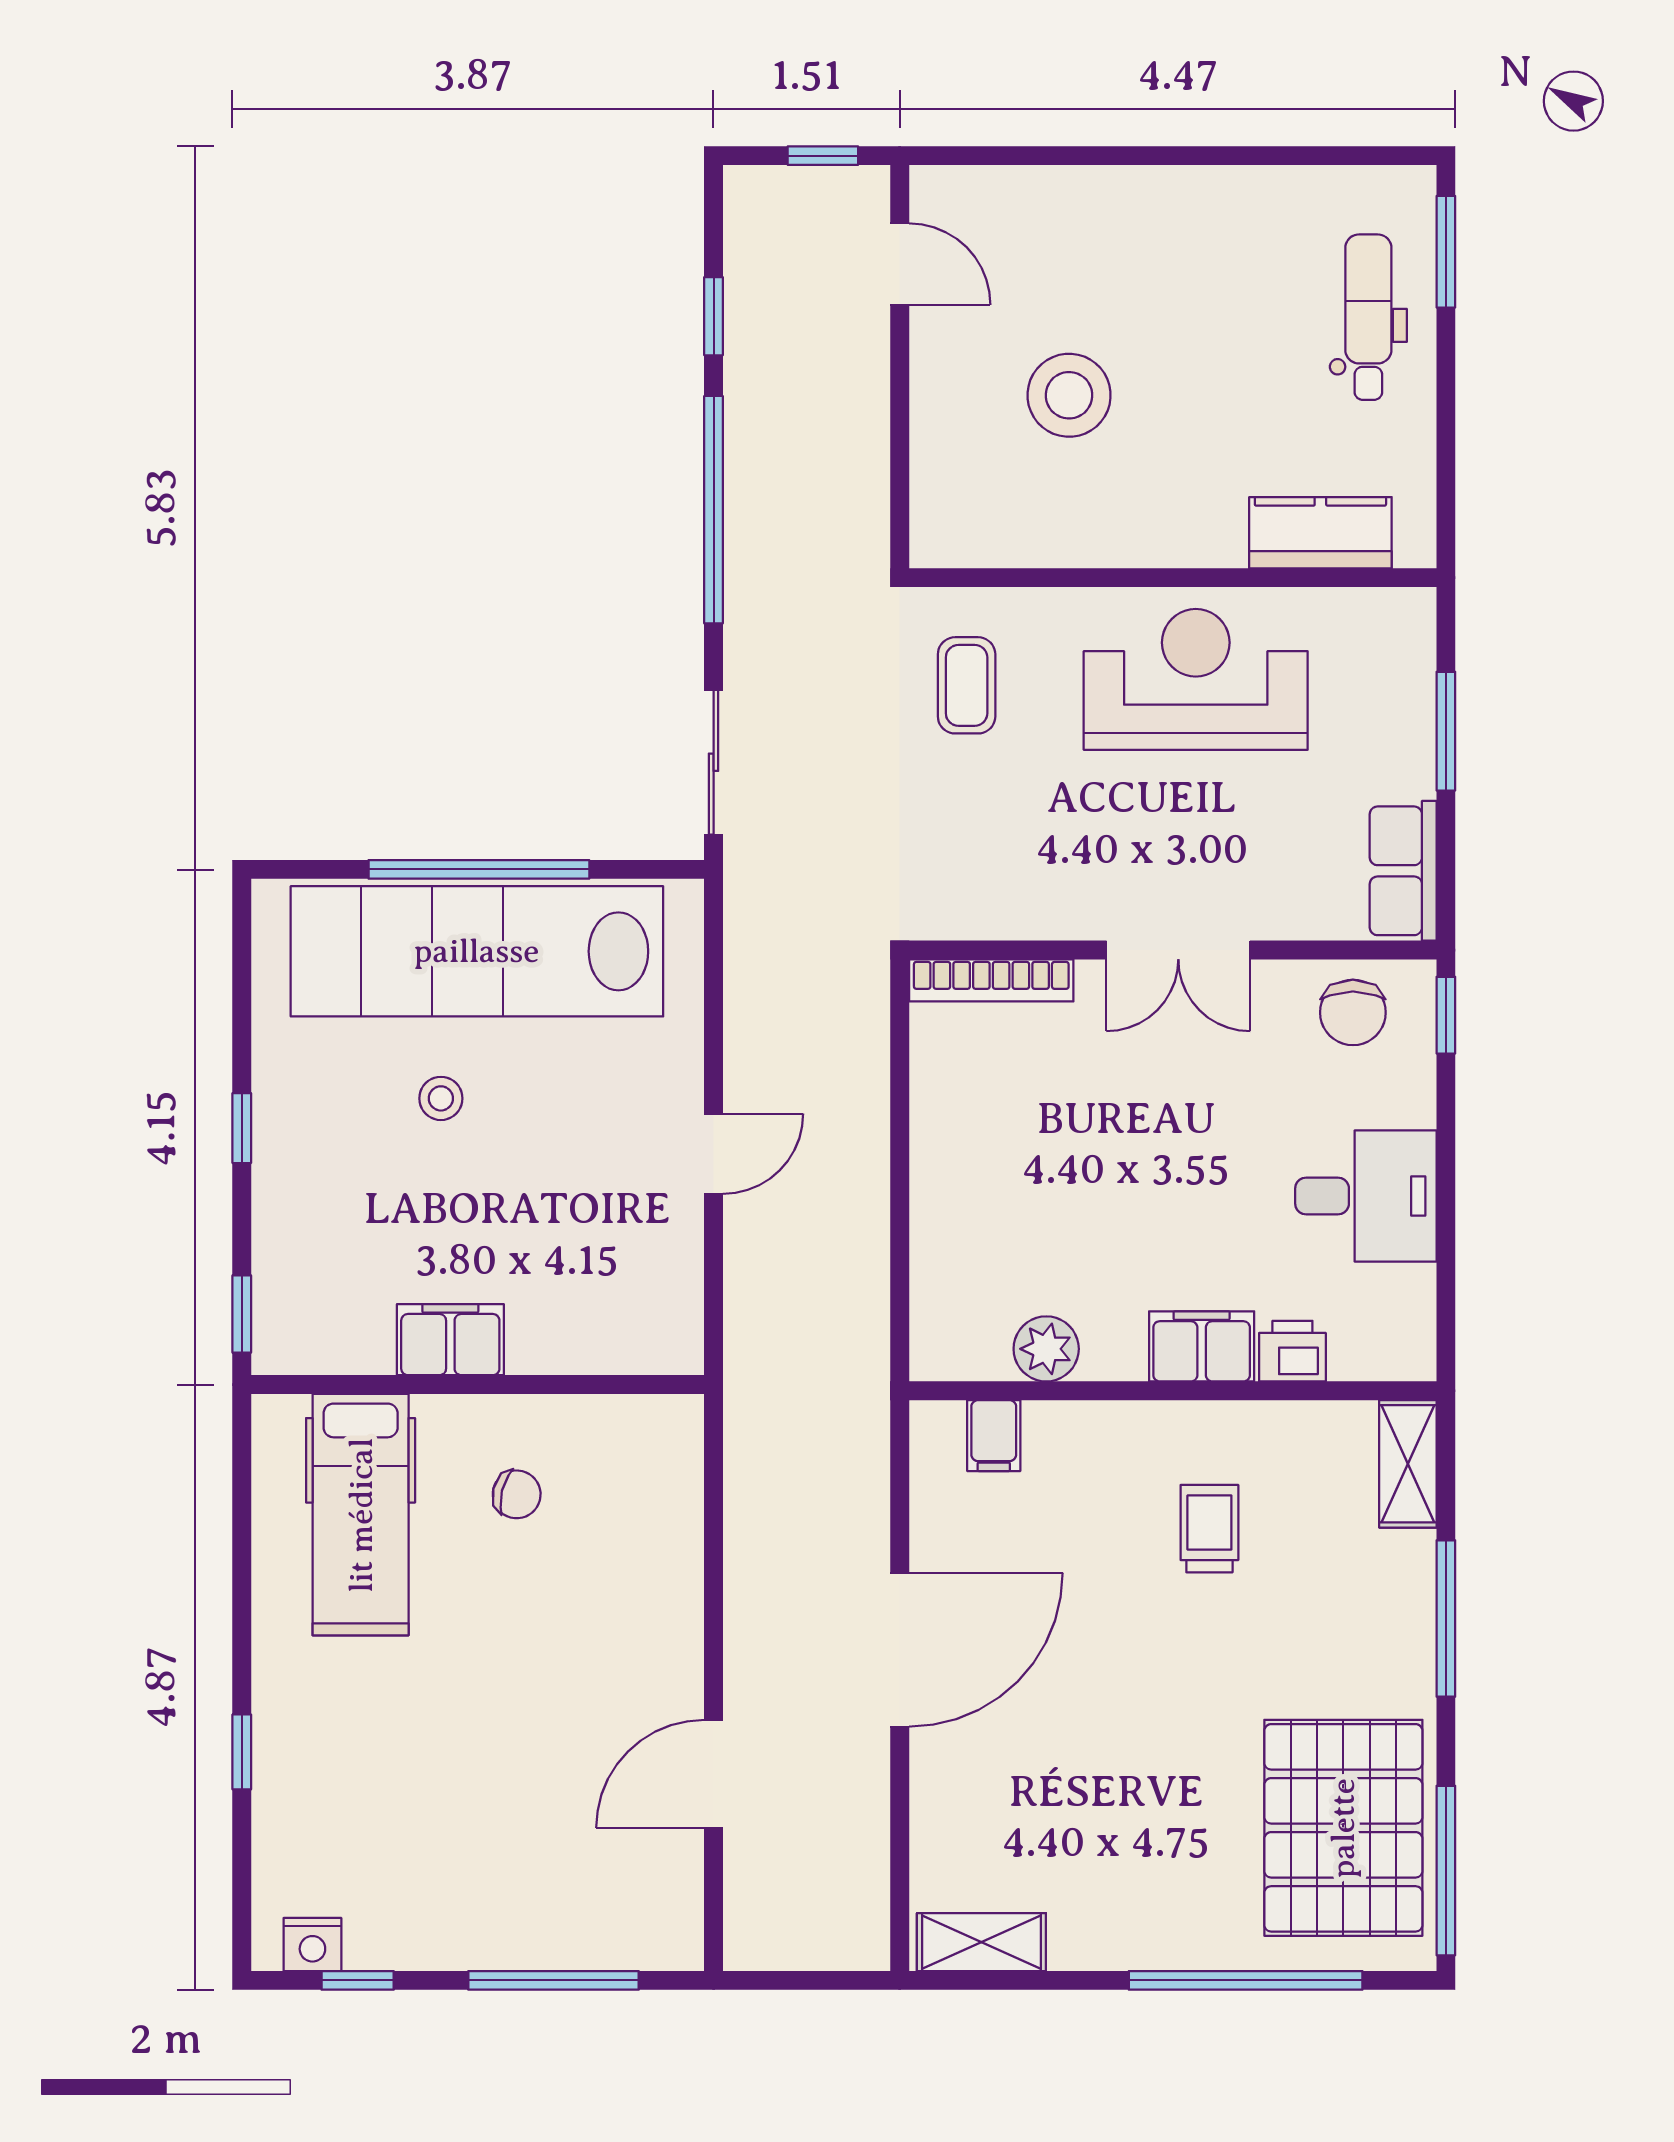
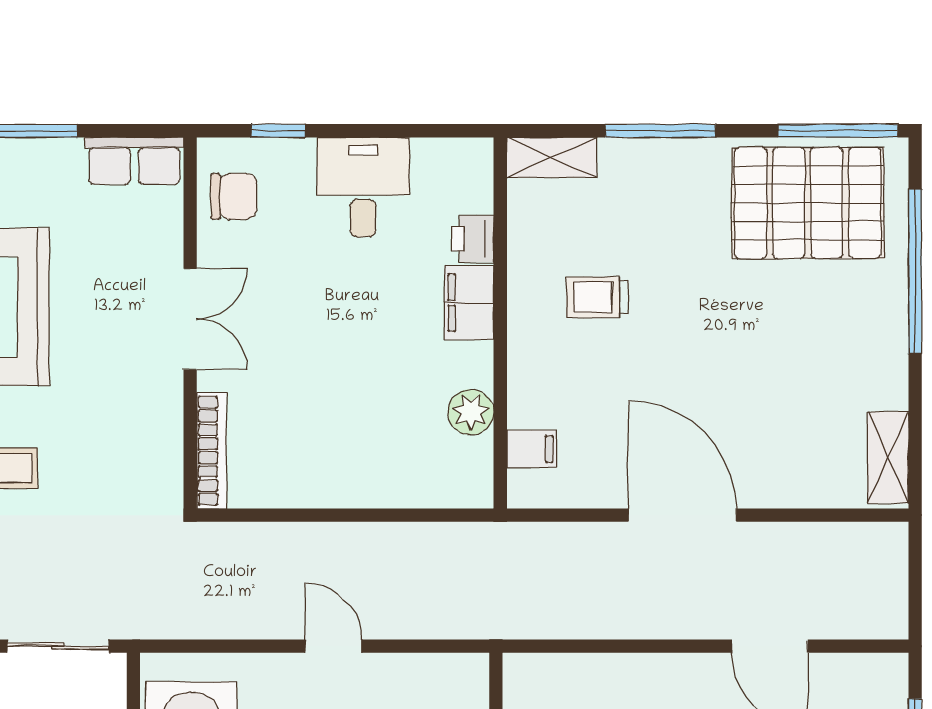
window: (1446, 1015) -> (278, 131), moved

